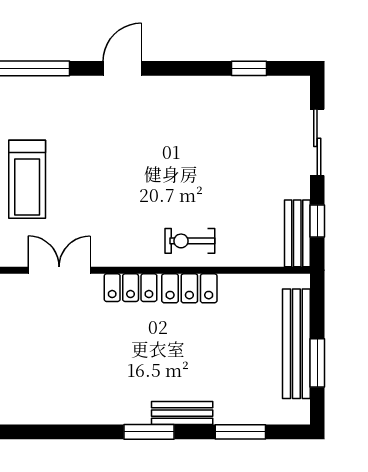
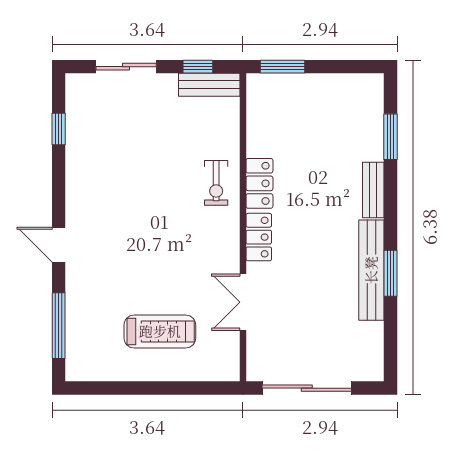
bench: (296, 344) -> (371, 270), moved, turned 90
window: (317, 363) -> (282, 67), moved
window: (149, 432) -> (390, 273), moved

